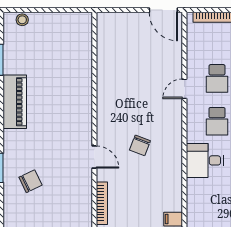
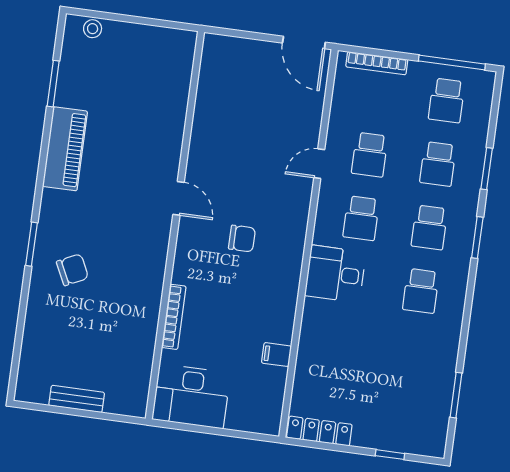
chair: (140, 145) -> (242, 239), turned -111
door: (94, 157) -> (179, 198), moved

